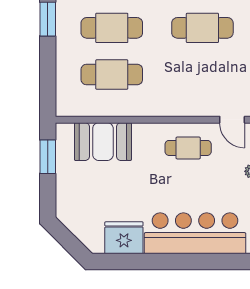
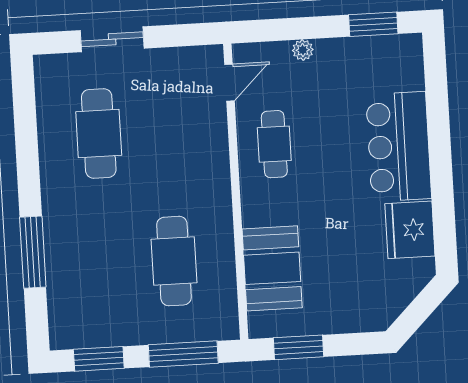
cafe table: (112, 28) -> (106, 265), removed
window: (48, 77) -> (183, 354), added
bar counter: (195, 233) -> (399, 147), width x0.73

